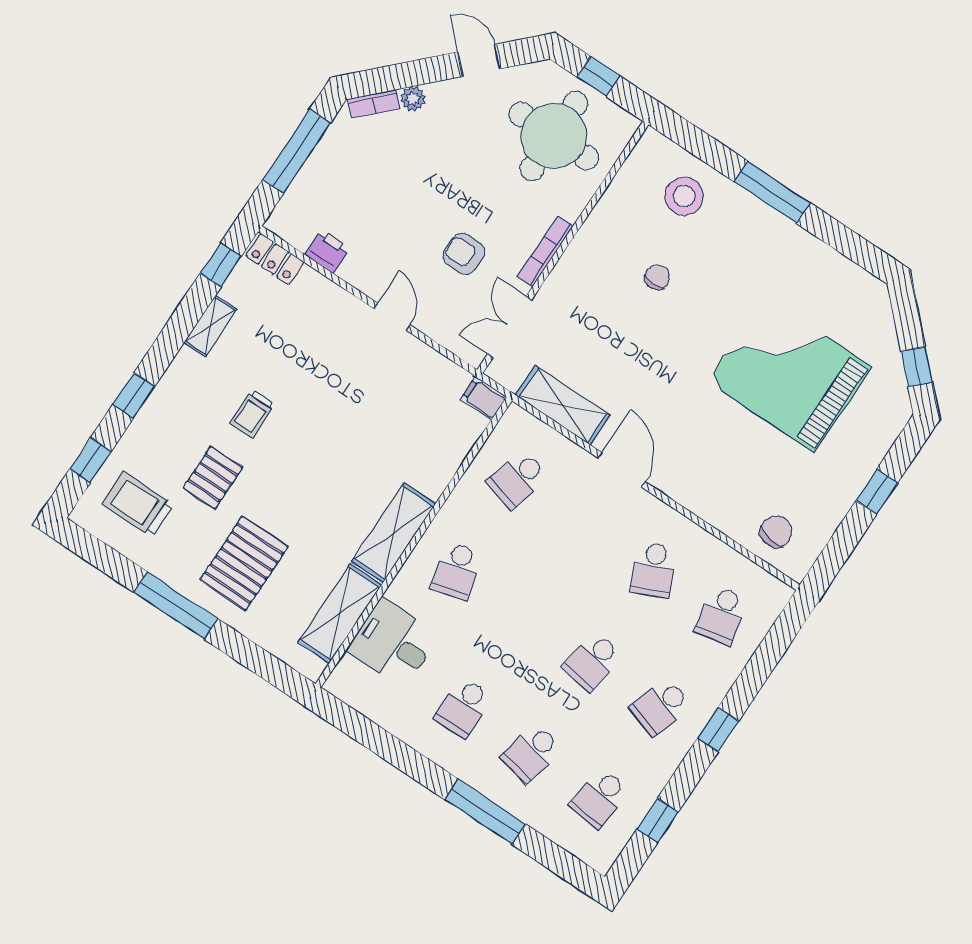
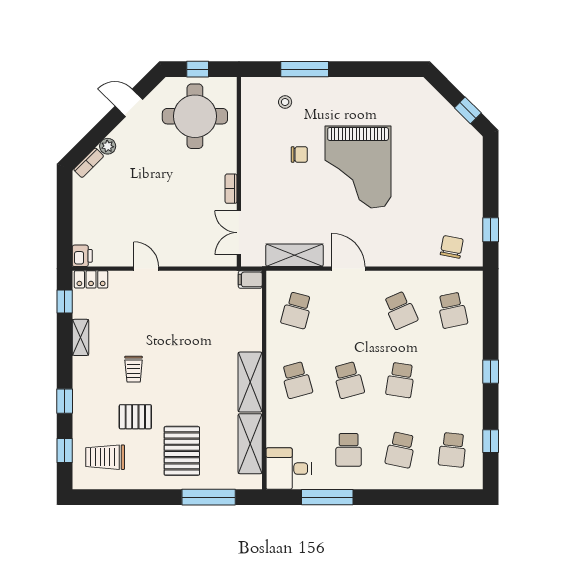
window: (297, 151) -> (65, 215), removed
window: (772, 192) -> (305, 69), moved
stool: (684, 196) -> (285, 102), width x0.53, depth x0.53
printer: (327, 251) -> (82, 256), moved, turned 90
bookcase: (545, 252) -> (231, 189), width x0.64
armchair: (464, 254) -> (189, 210), removed
chair: (657, 277) -> (299, 154), turned 90
door: (392, 317) -> (146, 269), moved
grand piano: (789, 374) -> (358, 167), moved, turned -90
pallet: (213, 478) -> (135, 417), turned 90
window: (877, 492) -> (491, 230), moved
window: (176, 605) -> (209, 497), moved
desk: (393, 643) -> (289, 469), moved
school desk: (661, 707) -> (349, 380), moved, turned -33
window: (485, 812) -> (327, 497), moved

